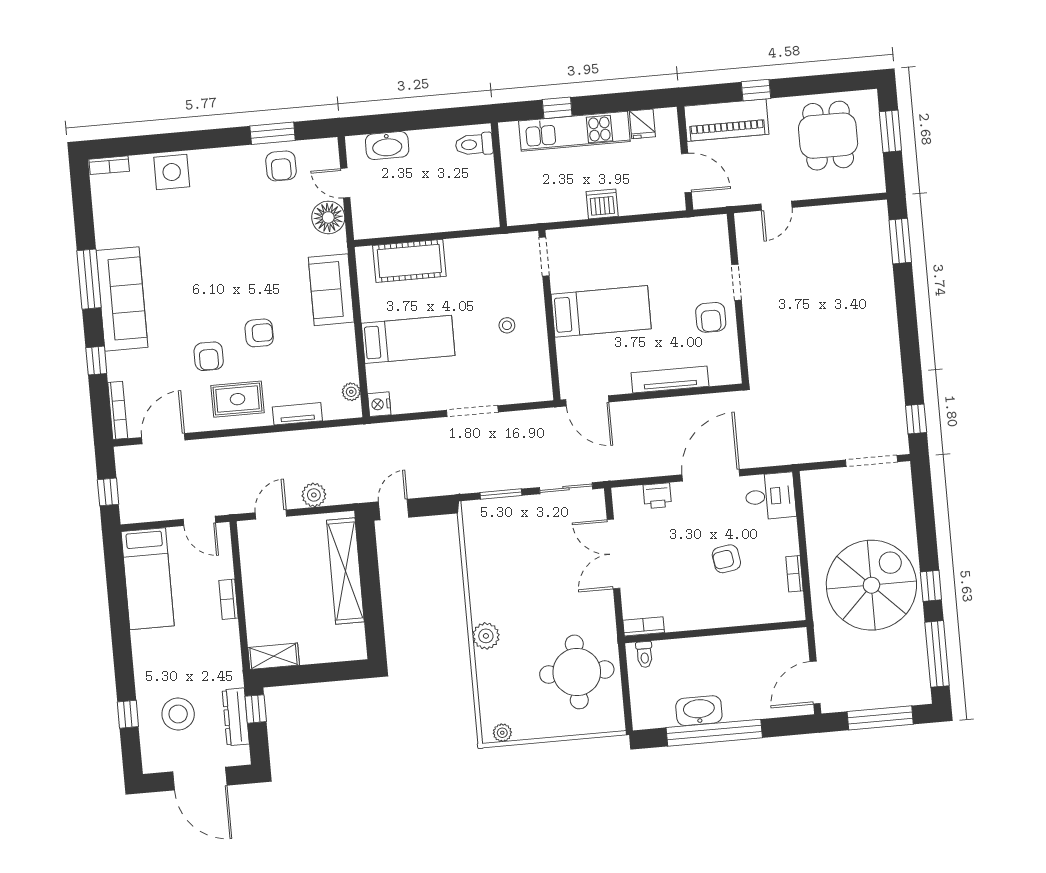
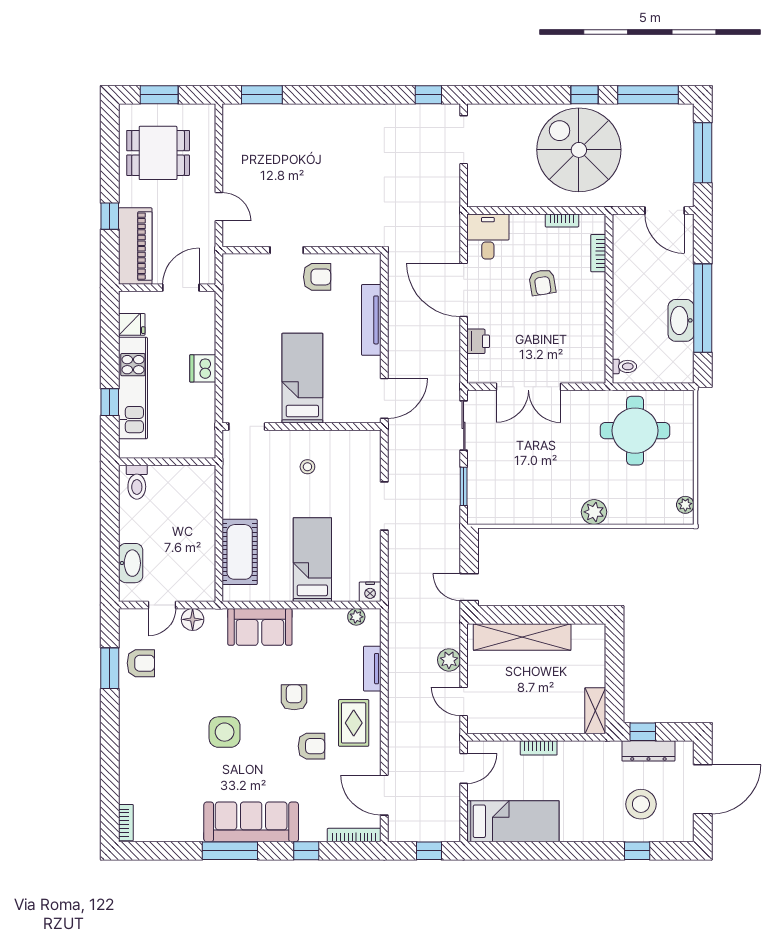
side table: (172, 172) -> (225, 732), moved
floor lamp: (328, 217) -> (193, 619), width x0.73, depth x0.73
bookcase: (644, 626) -> (598, 253), moved

